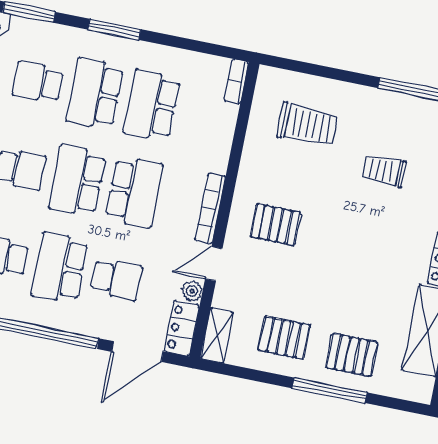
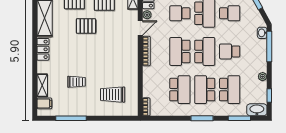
school desk: (38, 82) -> (230, 90), width x1.85
school desk: (95, 94) -> (205, 90), turned 180
pallet: (275, 224) -> (86, 26), moved

